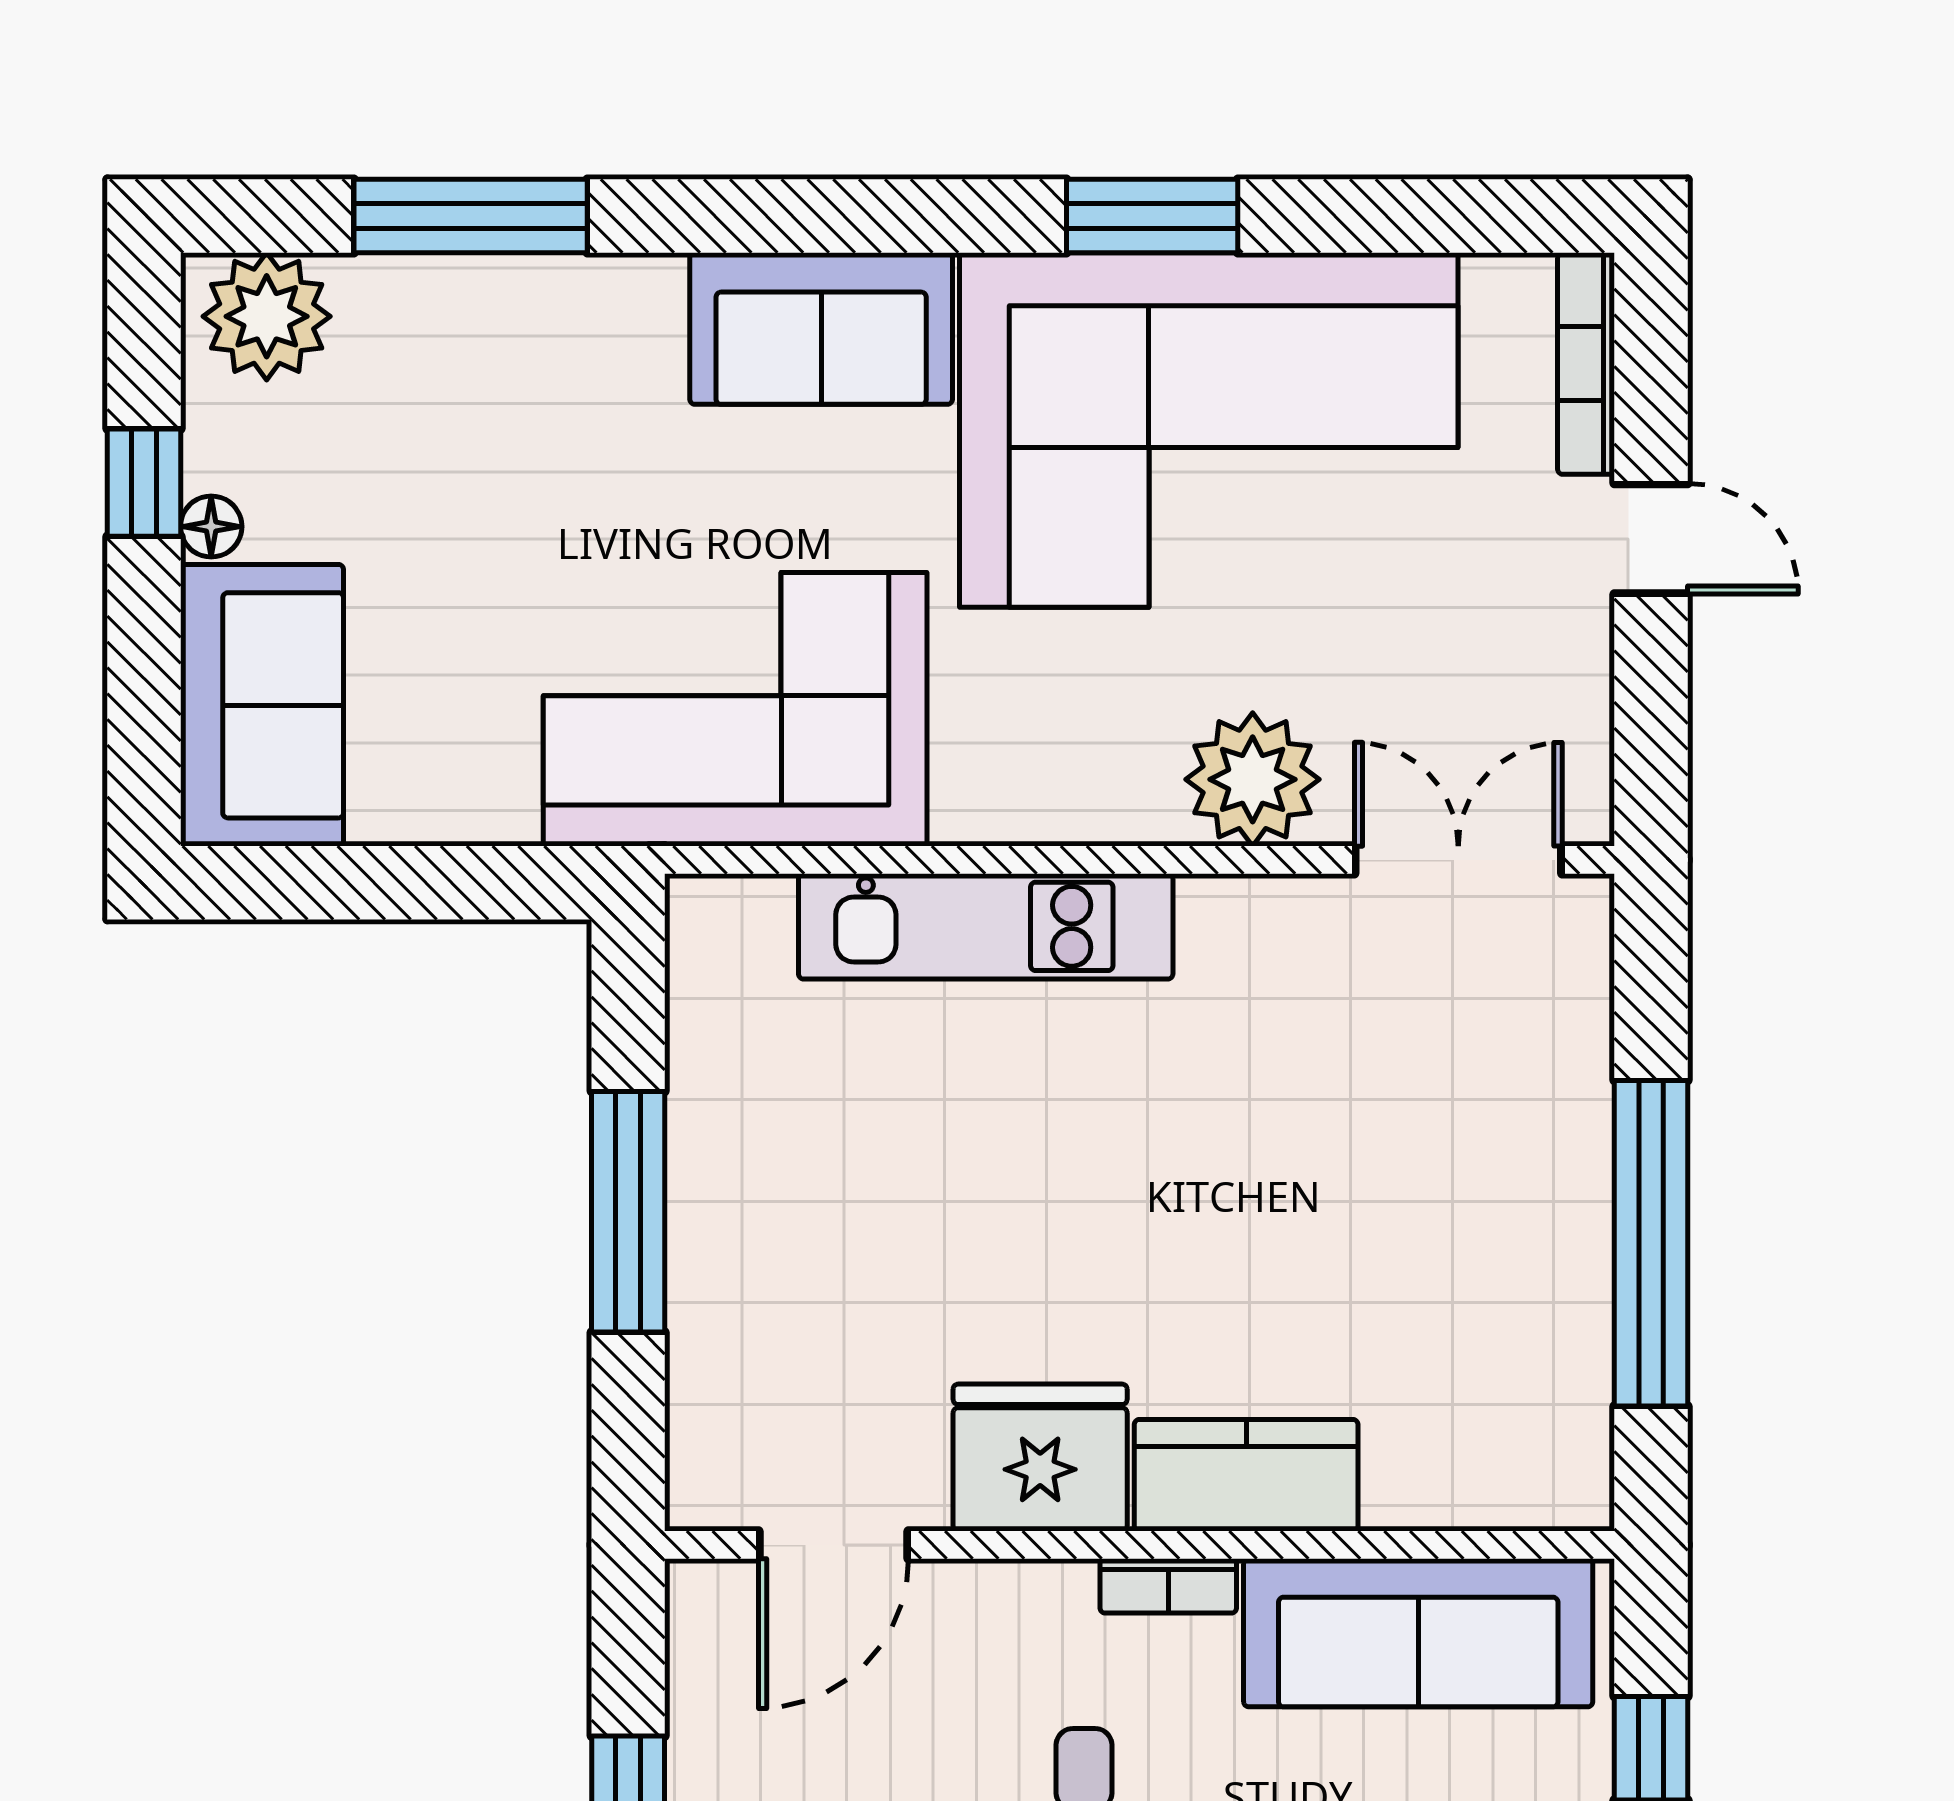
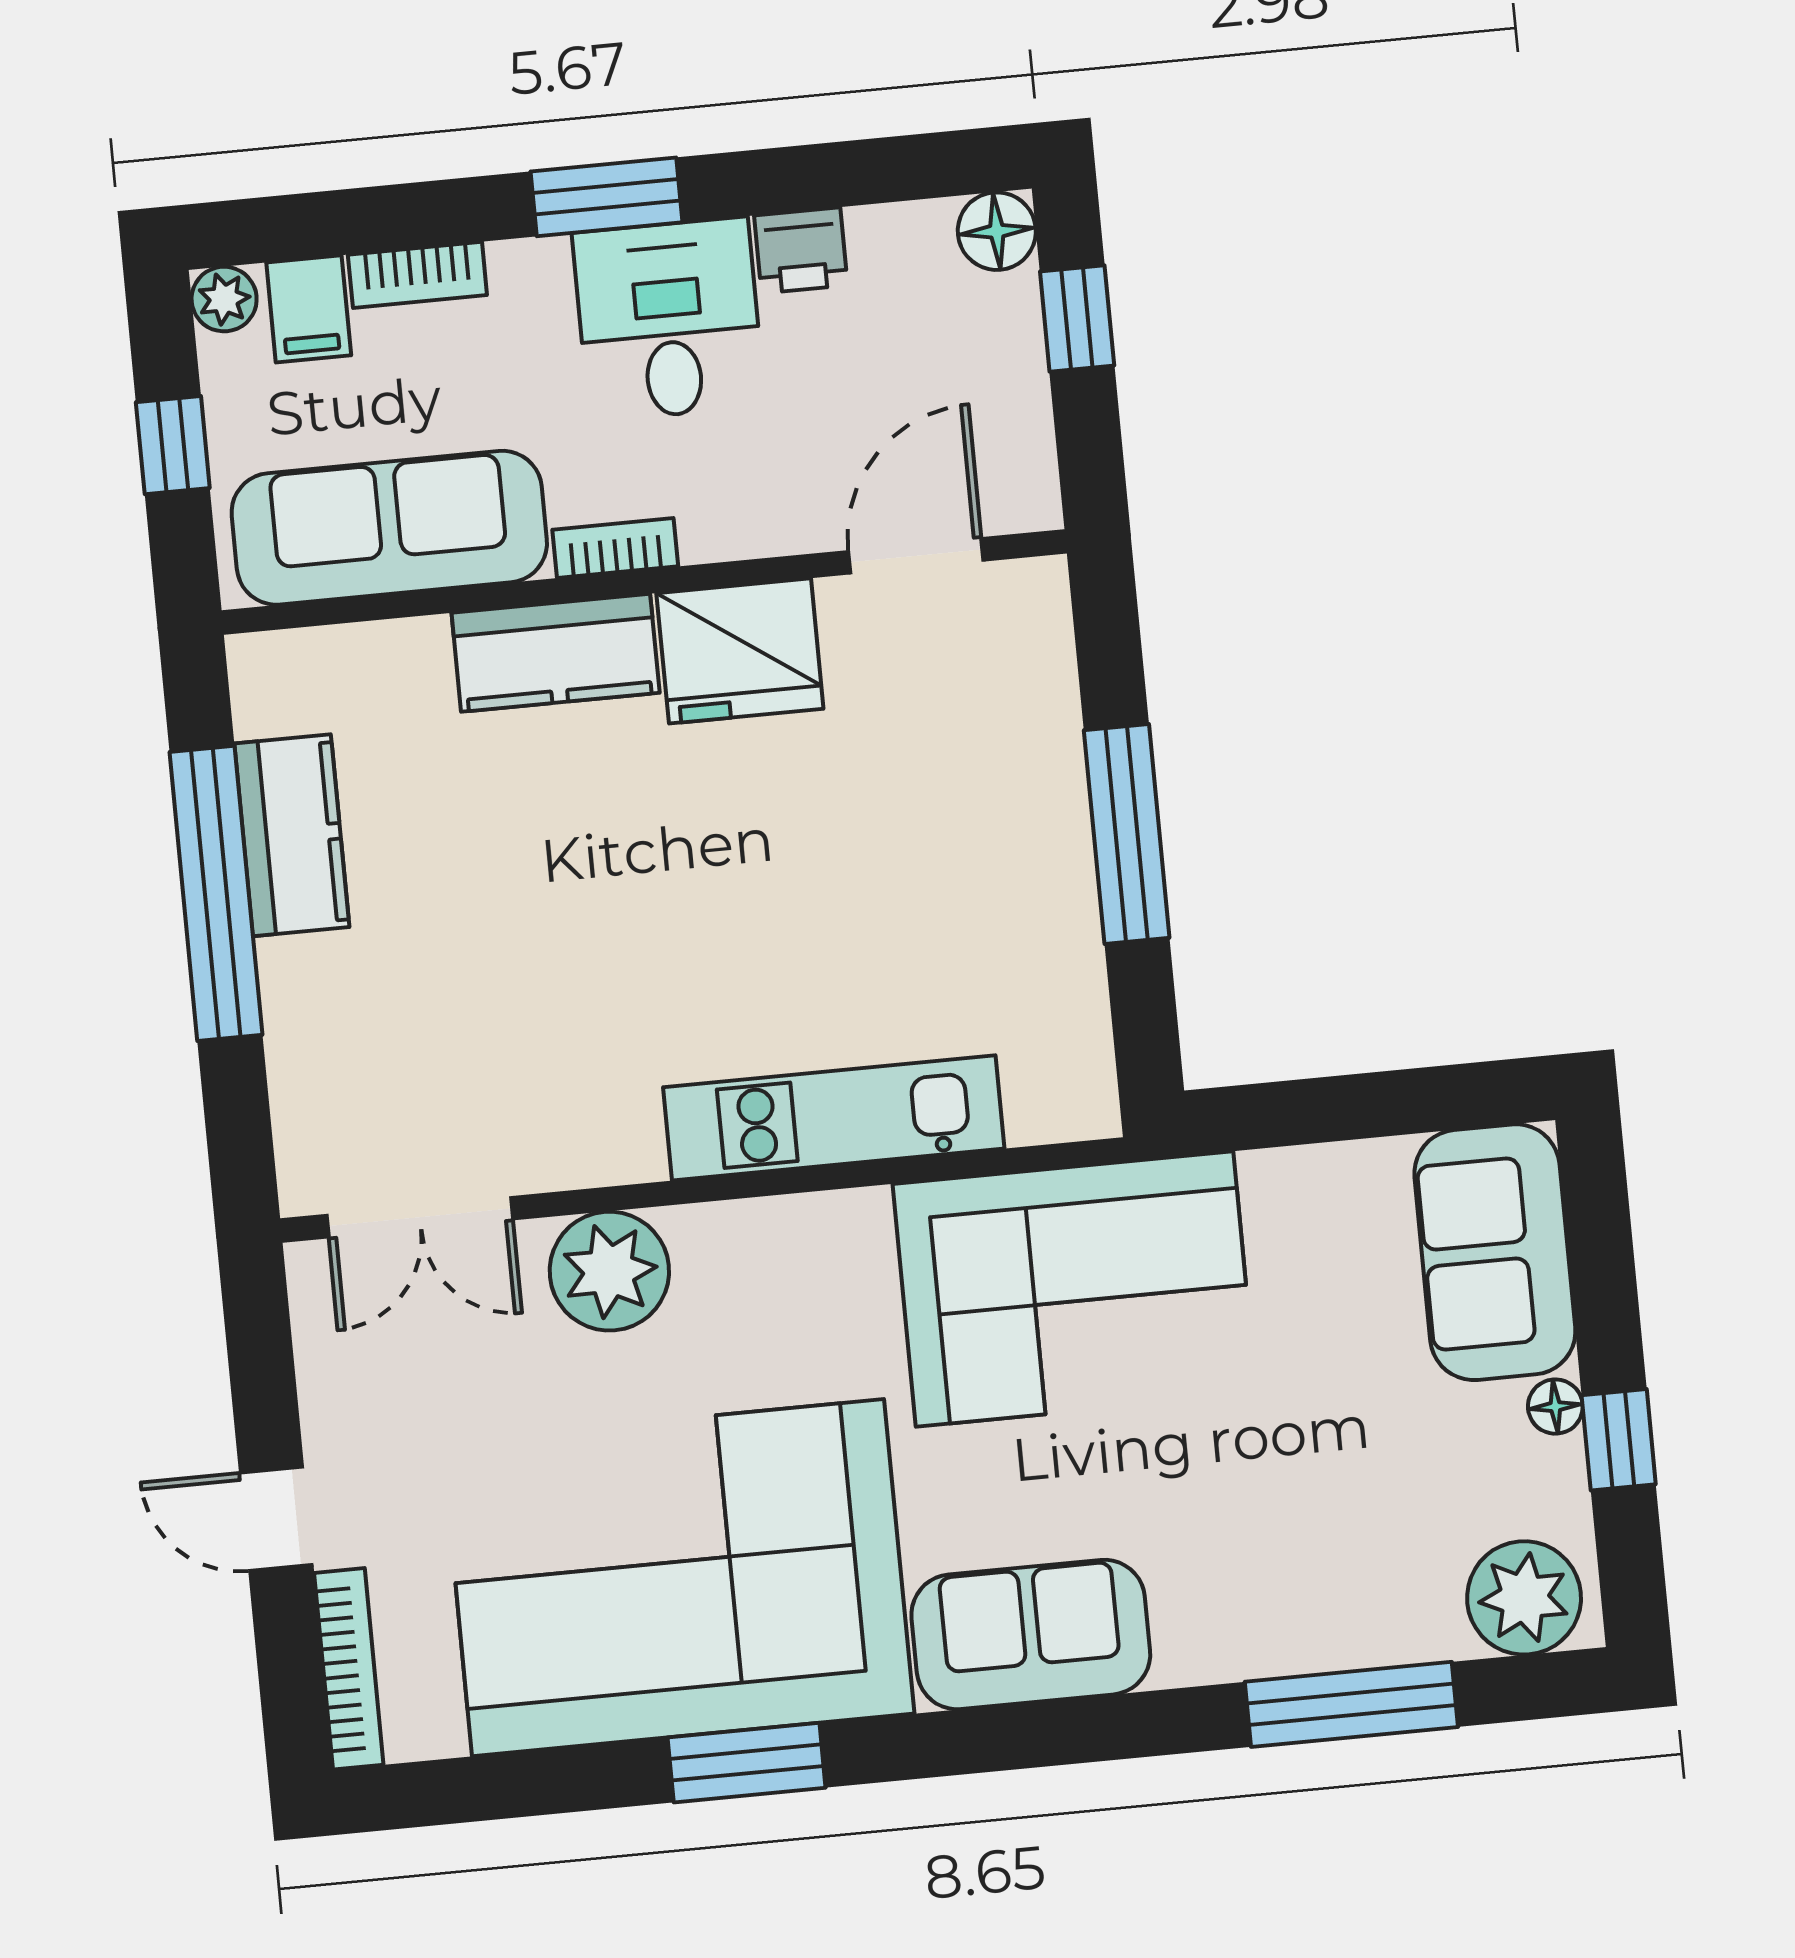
kitchen counter: (1560, 1300) -> (292, 835), added

